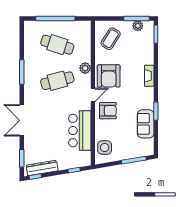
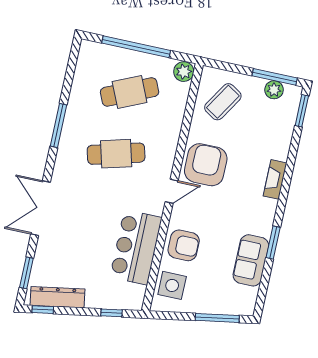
cafe table: (57, 45) -> (130, 92), turned -42
plant: (85, 68) -> (184, 72), moved
armchair: (109, 76) -> (206, 165), turned 180
armchair: (108, 111) -> (184, 245), moved

